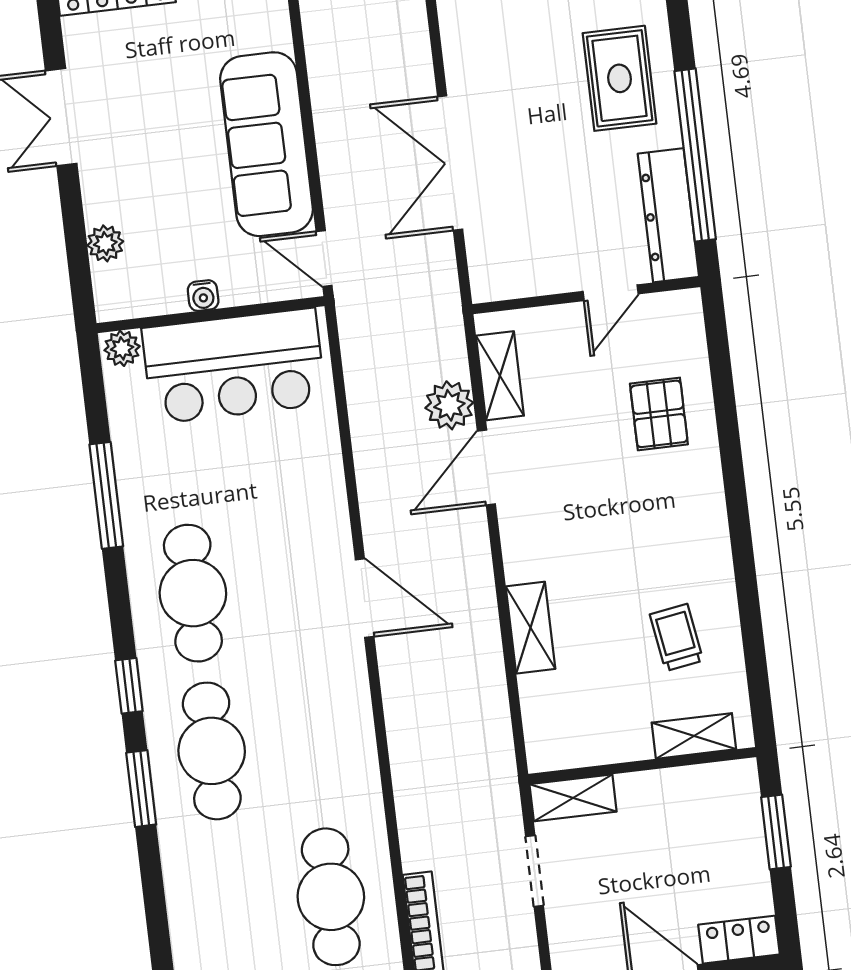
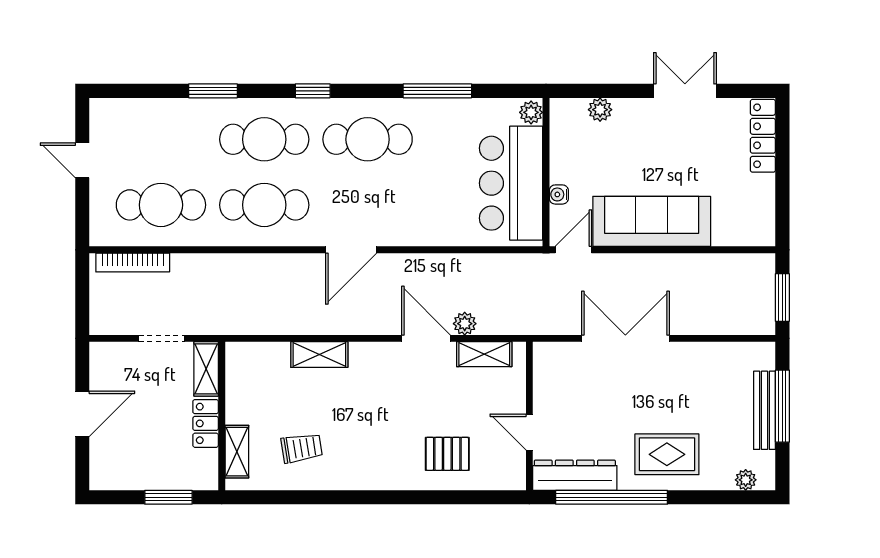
water cooler: (203, 296) -> (559, 194), moved
plant: (449, 405) -> (465, 324), width x0.73, depth x0.73
cafe table: (312, 739) -> (264, 205), added
window: (141, 789) -> (213, 91), moved
locker: (739, 940) -> (206, 423), moved, turned 180

